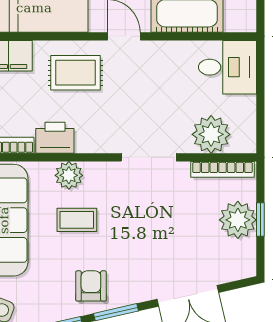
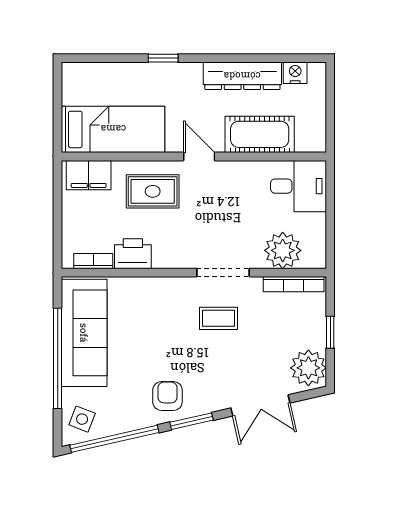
plant: (69, 175) -> (146, 290), removed
coffee table: (77, 220) -> (218, 318), moved
plant: (238, 220) -> (308, 368), moved

